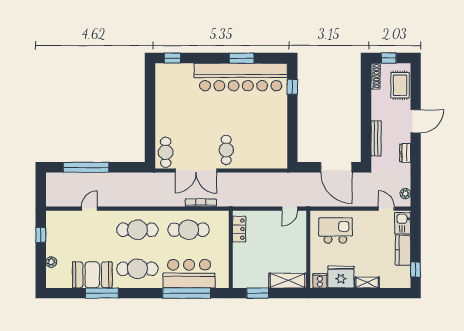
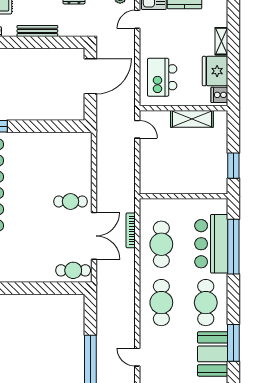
bench: (376, 138) -> (37, 31), moved
locker: (239, 229) -> (161, 187), removed
shelving: (288, 281) -> (192, 119), moved, turned 90

